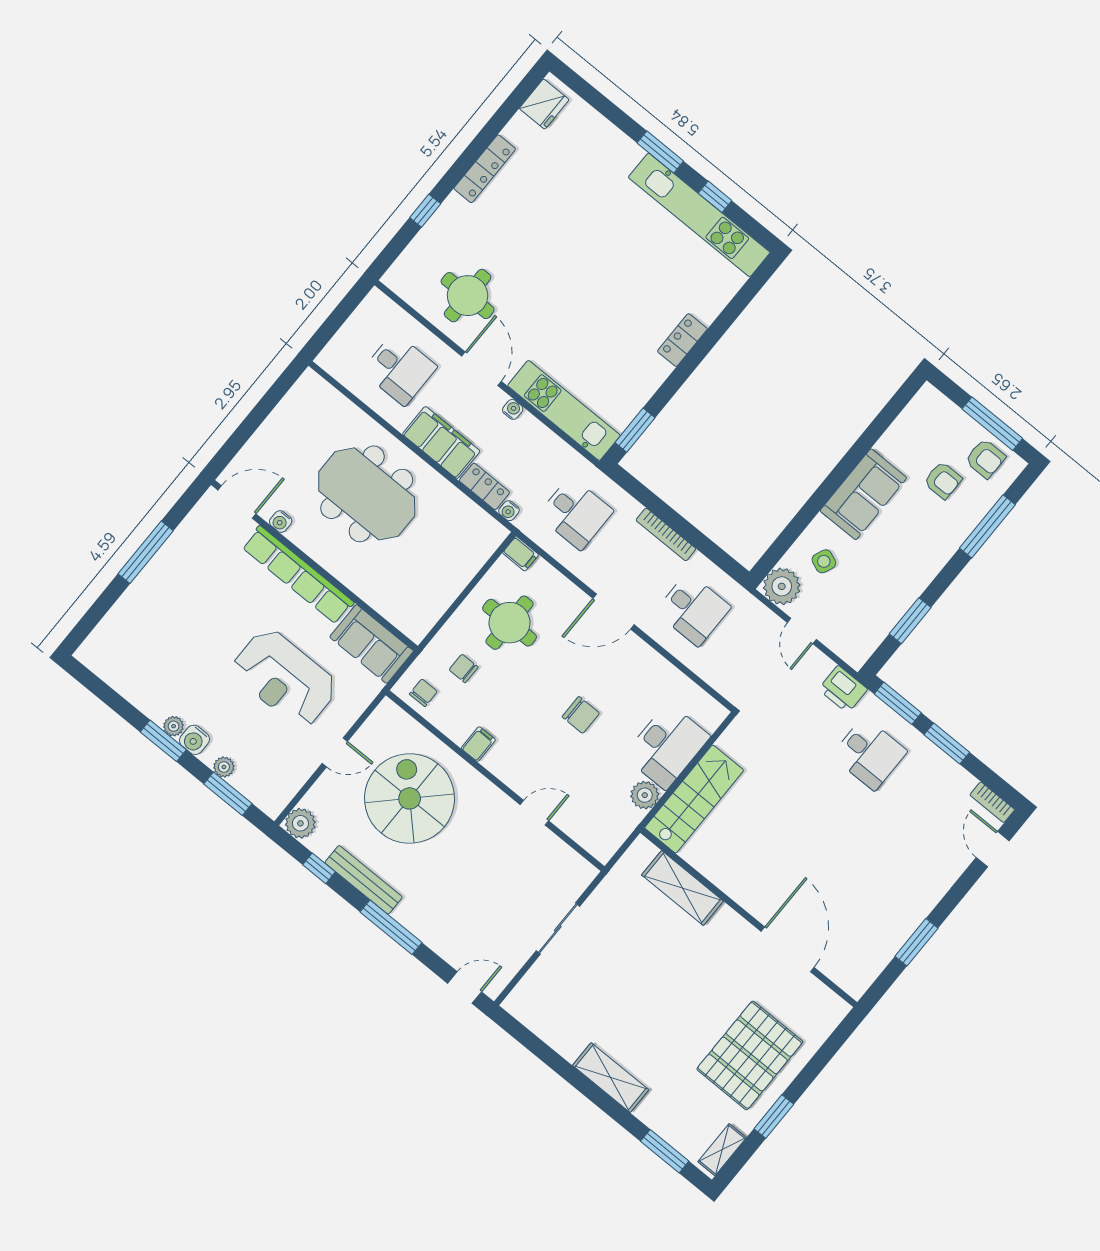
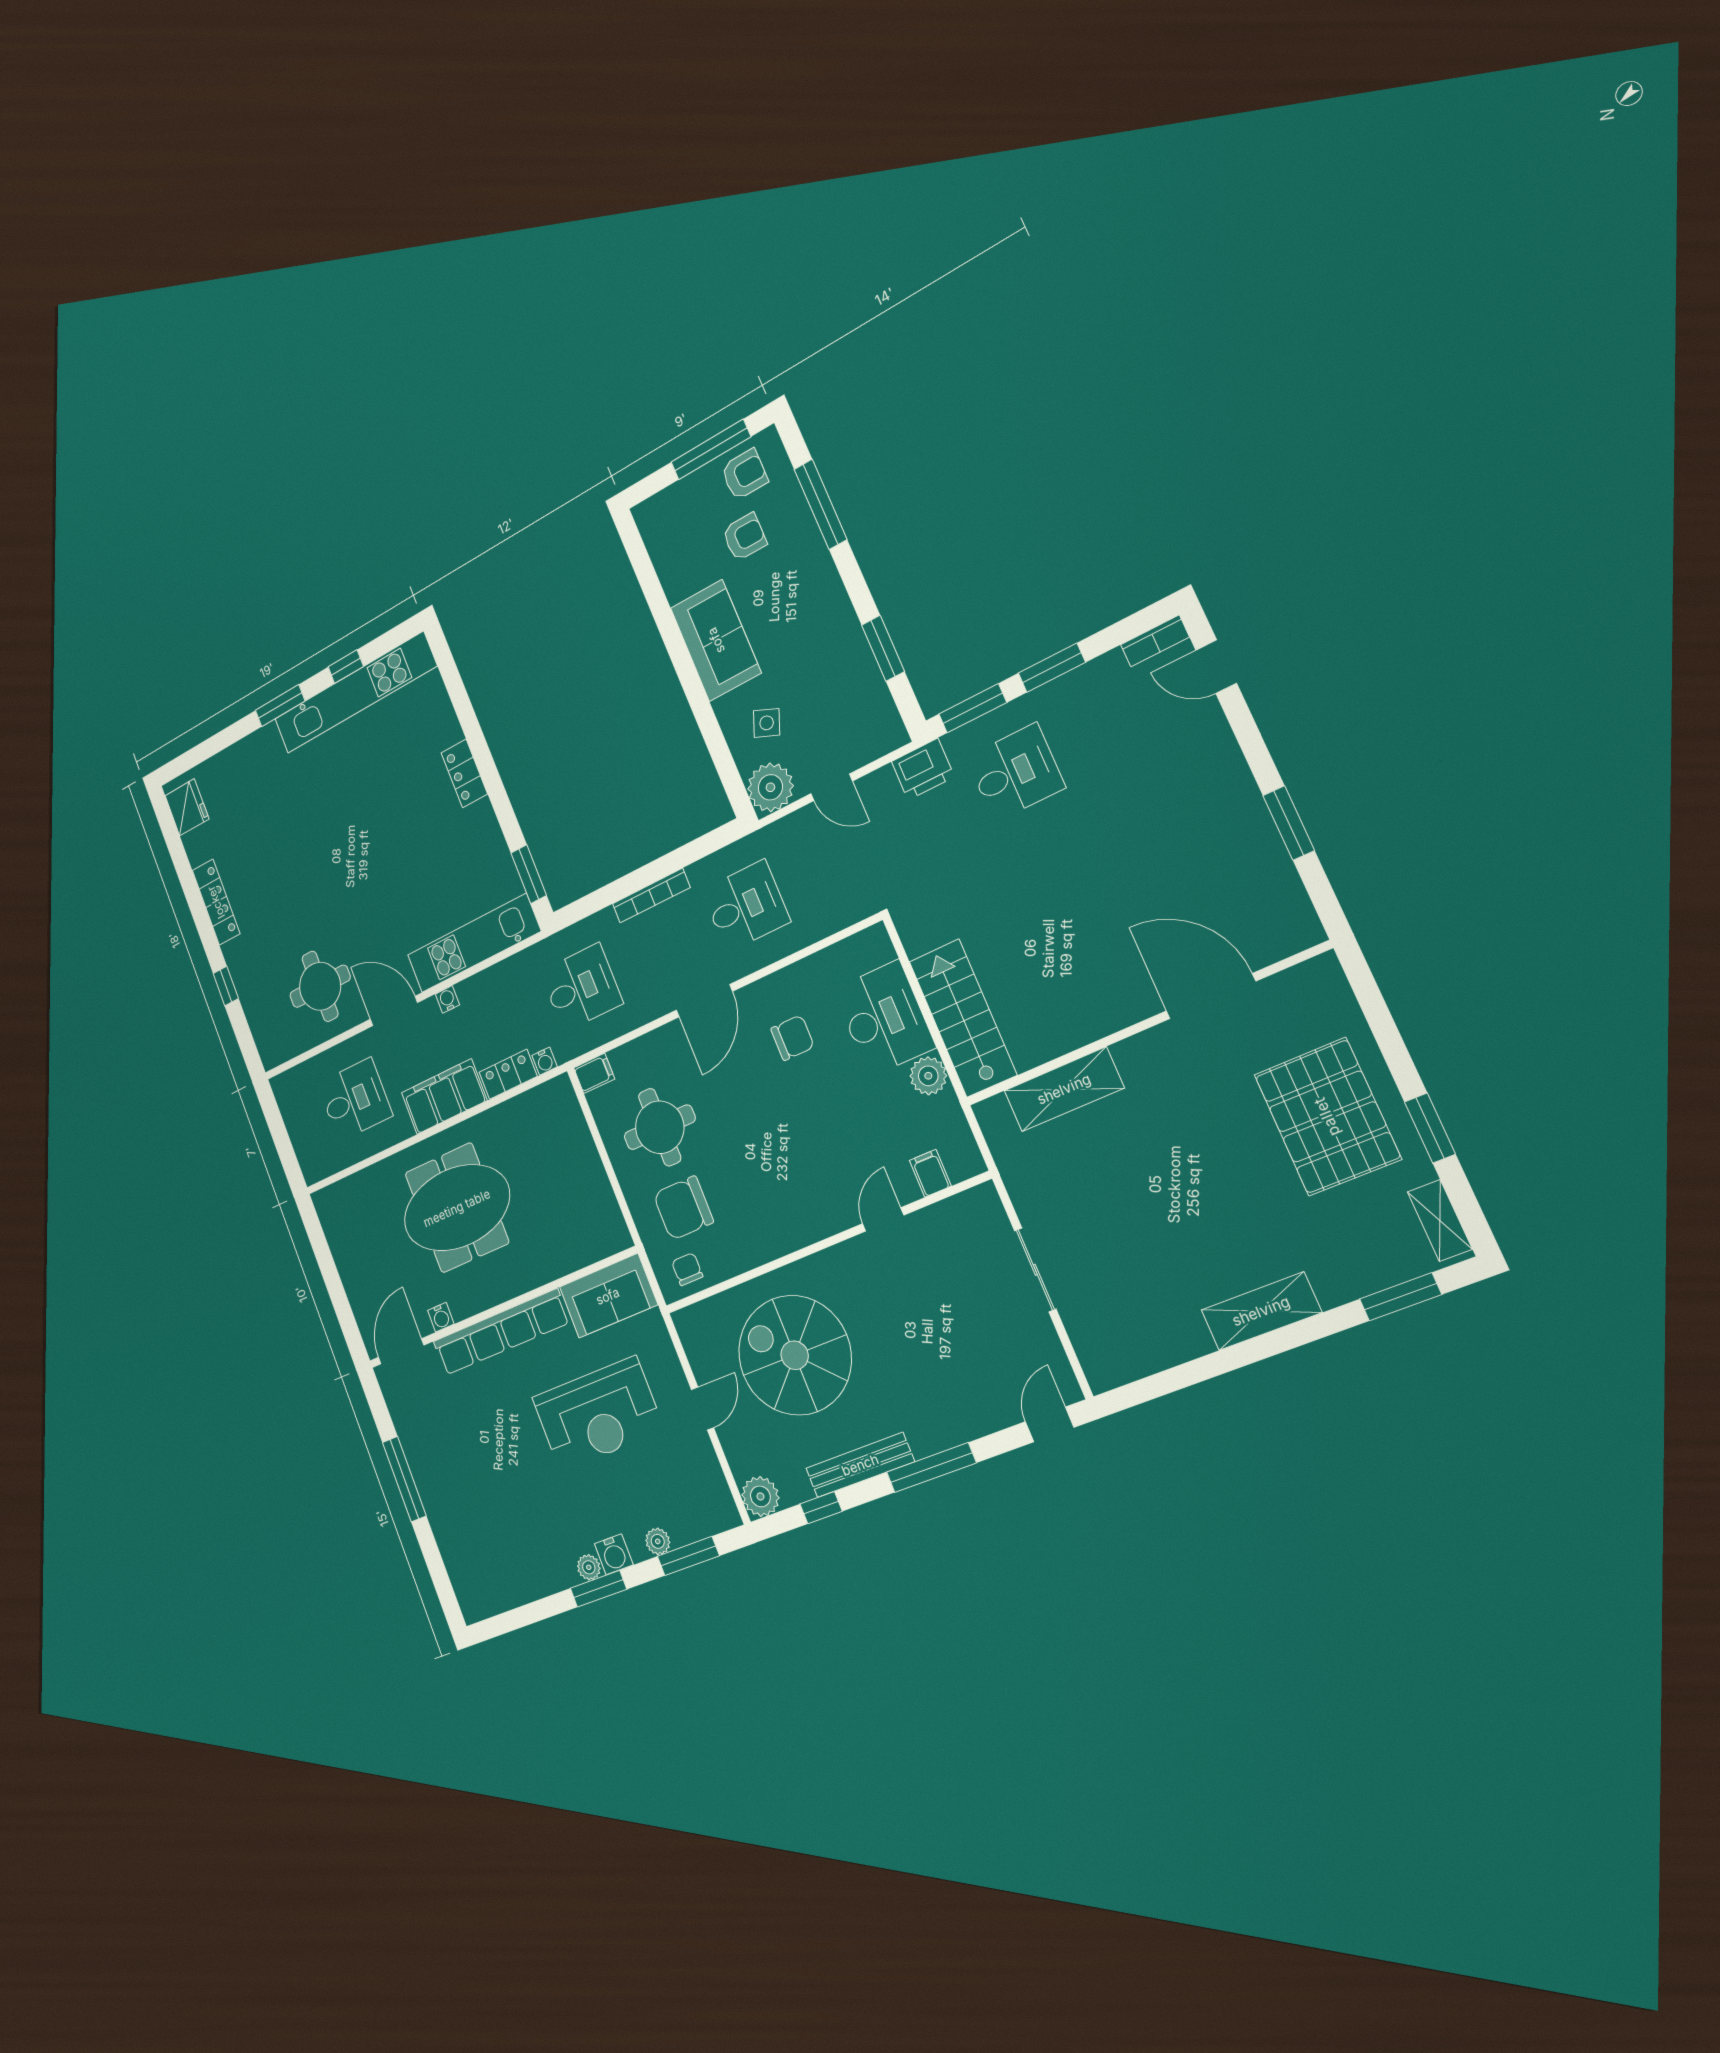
chair: (464, 668) -> (683, 1208), width x1.87, depth x1.87
chair: (581, 715) -> (792, 1038), moved
filing cabinet: (478, 744) -> (930, 1173), moved

